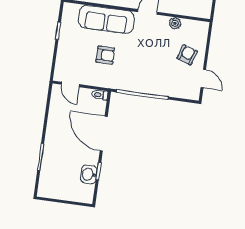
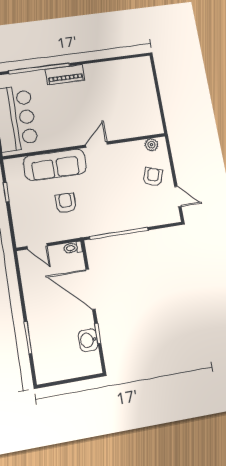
plant: (175, 23) -> (152, 145), moved
armchair: (105, 55) -> (66, 203), turned -90

